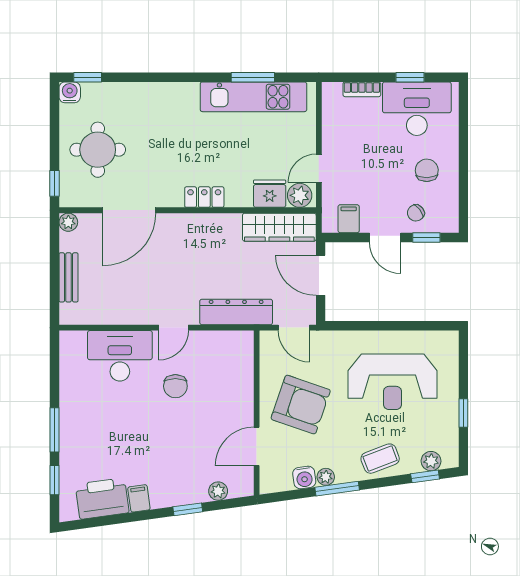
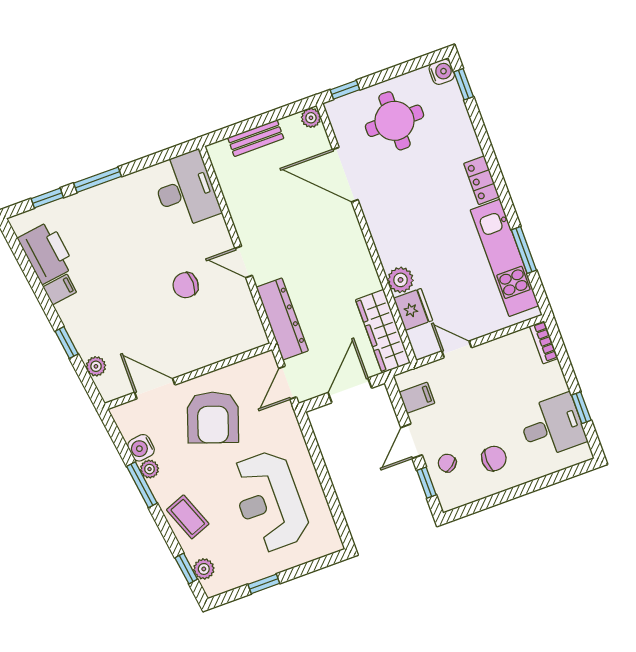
bookcase: (362, 89) -> (544, 342), moved
desk: (417, 109) -> (552, 426), width x0.73
plant: (300, 195) -> (400, 280), moved
locker: (204, 197) -> (481, 180), moved, turned 180
desk: (120, 356) -> (185, 190), moved

